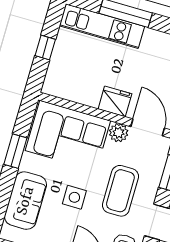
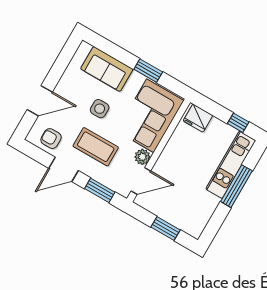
window: (45, 47) -> (238, 123), moved
fridge: (115, 101) -> (198, 118), moved, turned 90

